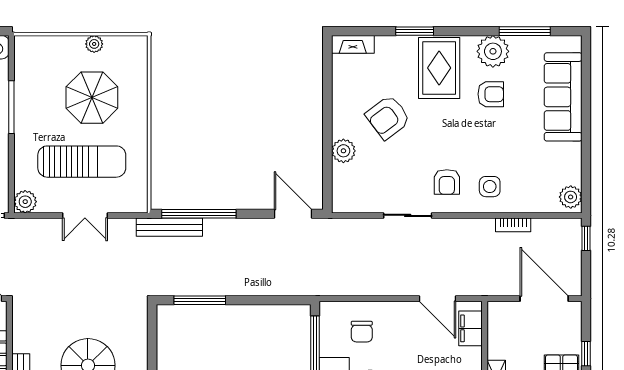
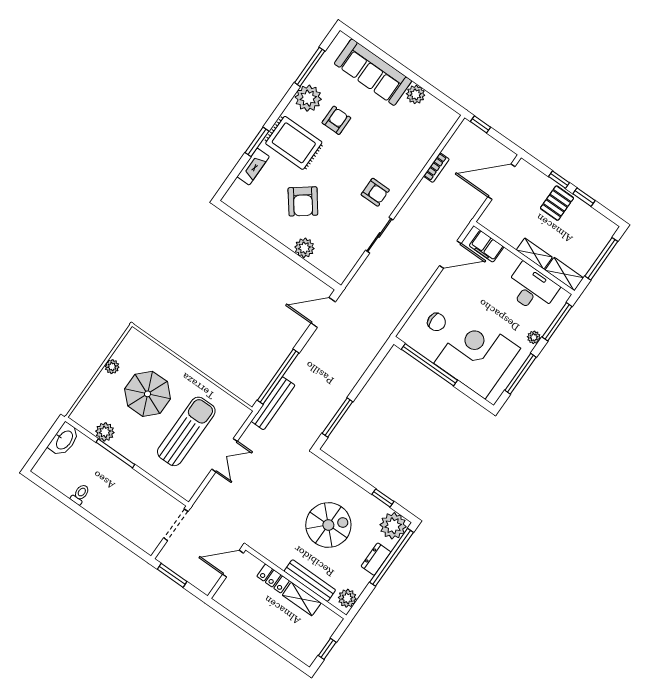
fireplace: (353, 44) -> (253, 167), moved
side table: (490, 187) -> (399, 165), removed
plant: (571, 197) -> (416, 94), moved
plant: (25, 202) -> (105, 432), moved

